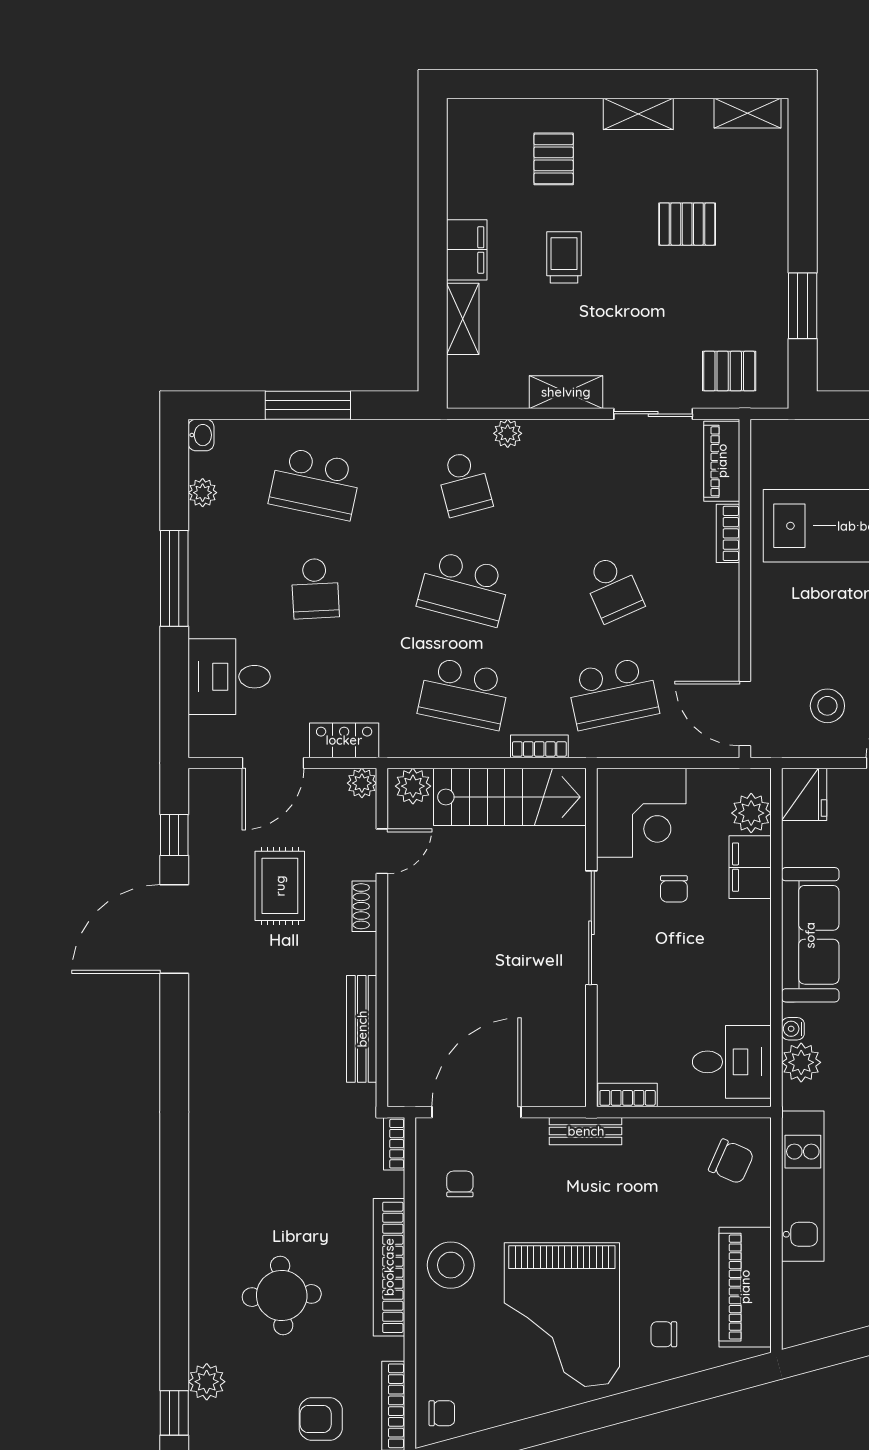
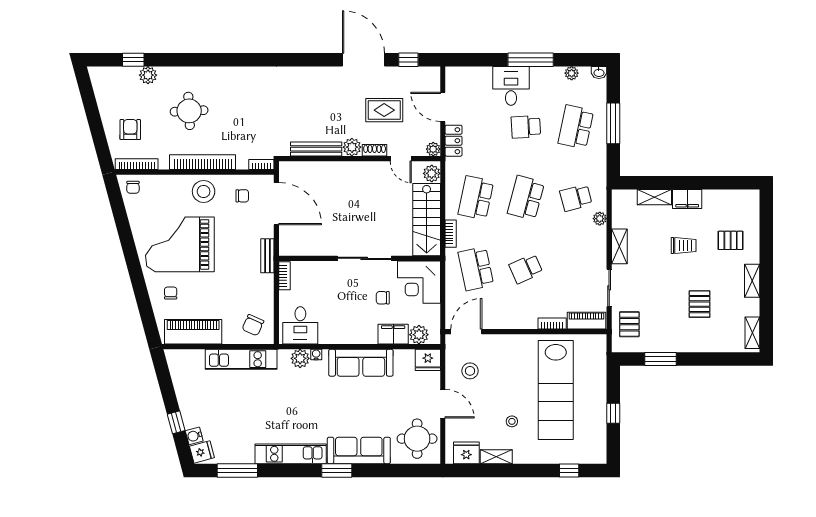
desk: (229, 677) -> (511, 86), moved
plant: (358, 953) -> (352, 147), added

